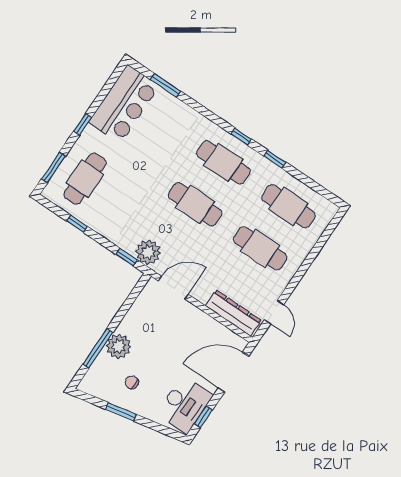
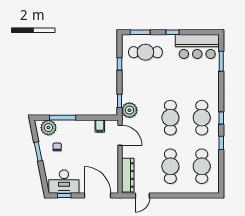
filing cabinet: (142, 306) -> (100, 126), added
plant: (119, 346) -> (48, 128), moved

